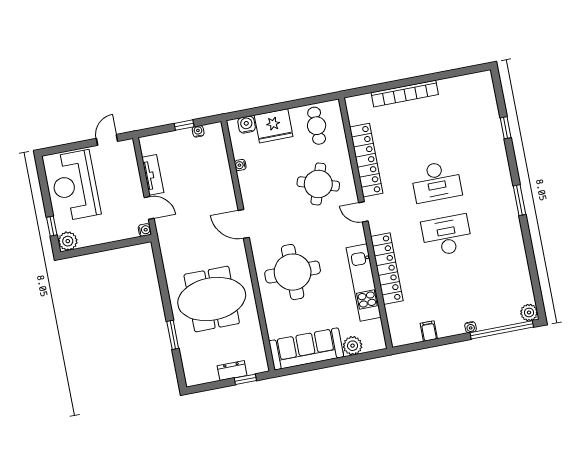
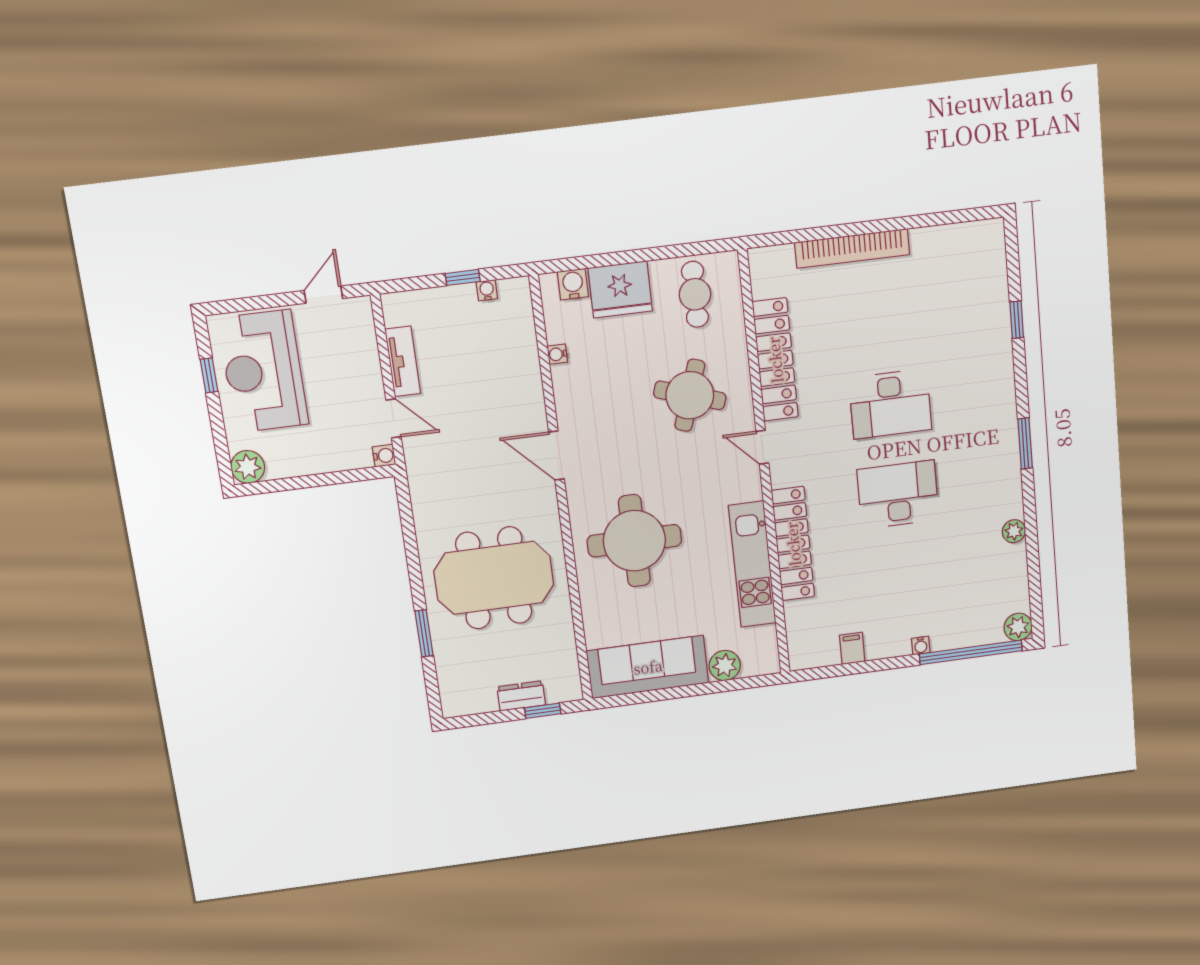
window: (52, 226) -> (209, 375), moved
plant: (519, 254) -> (1014, 531), added

